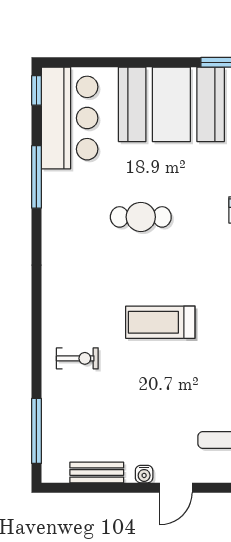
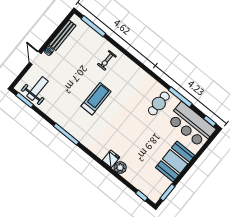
booth: (171, 104) -> (175, 162), width x0.73, depth x0.70
cafe table: (141, 217) -> (159, 103), moved
bench: (97, 472) -> (62, 35), width x1.36

